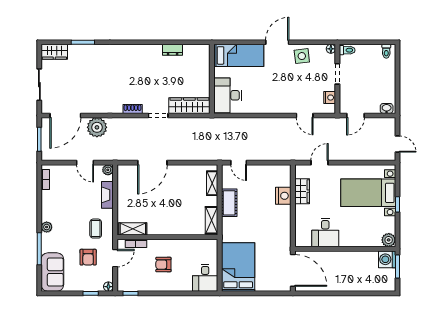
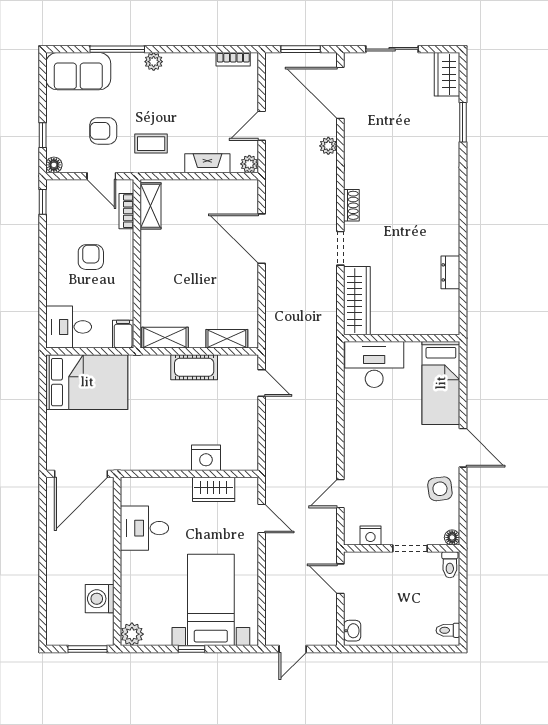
plant: (97, 127) -> (328, 146), width x0.53, depth x0.53
door: (239, 163) -> (262, 383), swing flipped
filing cabinet: (209, 245) -> (123, 334), added
washing machine: (387, 259) -> (100, 599), moved, turned -90

